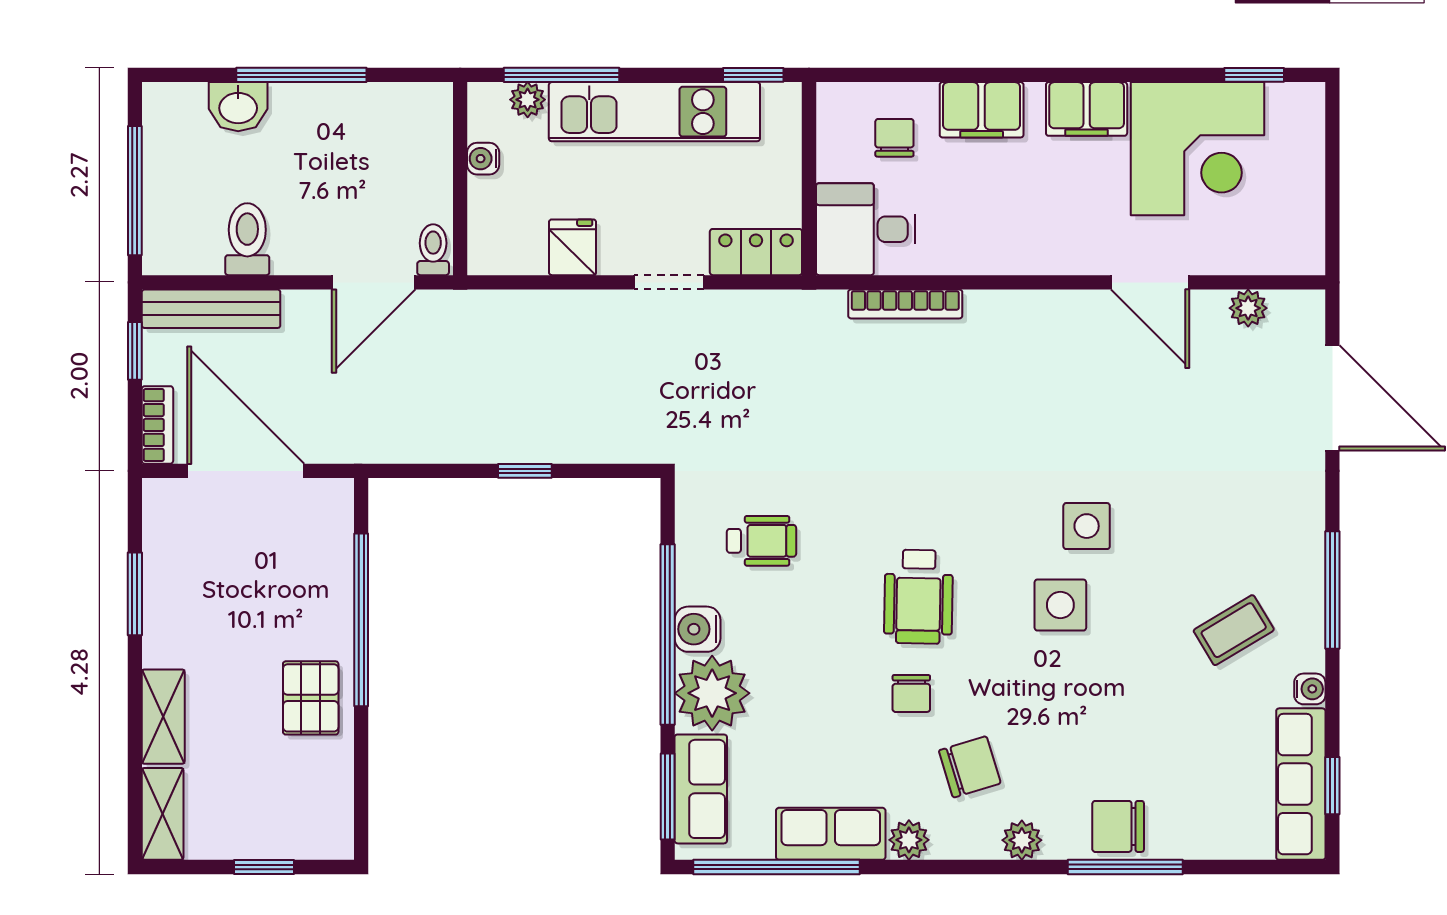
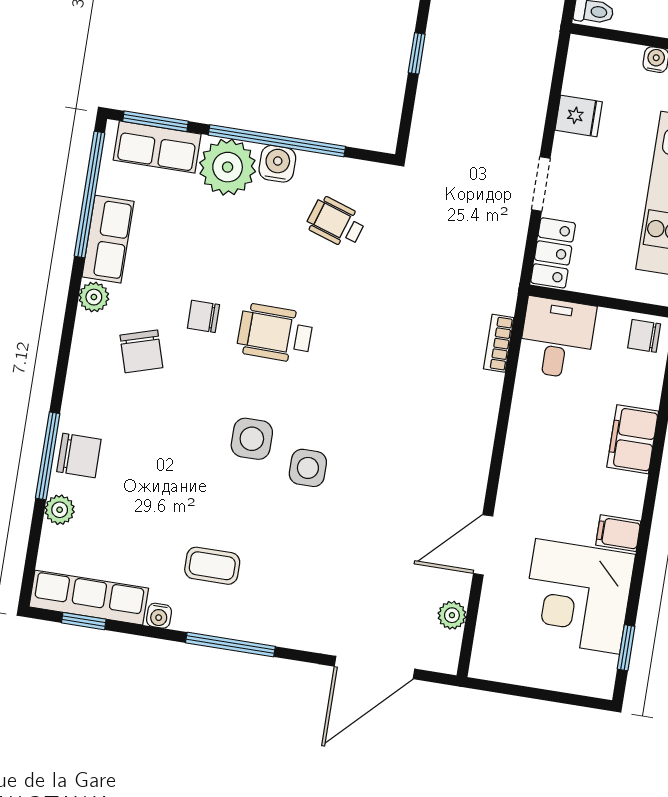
filing cabinet: (1087, 109) -> (618, 533), width x0.50
chair: (894, 138) -> (644, 336), moved, turned 180
bookcase: (905, 304) -> (499, 343), width x0.64
wheelchair: (761, 541) -> (336, 222), turned 108
coffee table: (1234, 630) -> (212, 566), turned -59
chair: (1118, 826) -> (79, 455), turned 90
plant: (1022, 840) -> (60, 510), moved

